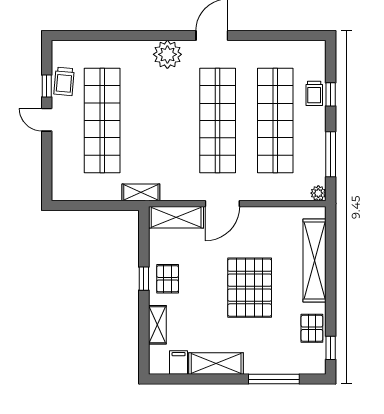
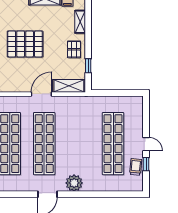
shelving: (141, 192) -> (90, 101), removed
window: (144, 279) -> (88, 66), moved
pallet: (250, 288) -> (25, 44), turned 90

